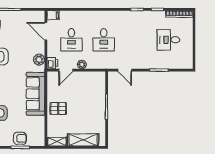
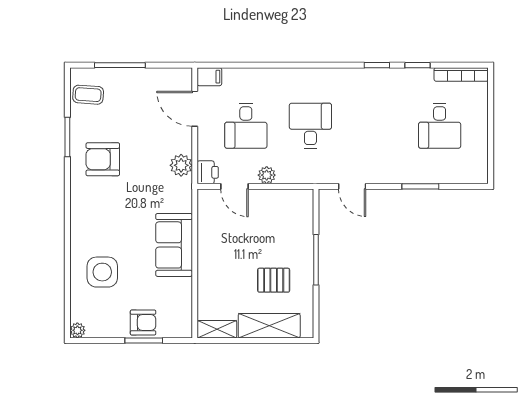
desk: (104, 40) -> (310, 126), turned 180
desk: (168, 40) -> (440, 126), turned -90
door: (66, 70) -> (234, 186), hinge flipped
sofa: (35, 94) -> (174, 245), width x0.73
pallet: (58, 108) -> (274, 280), moved

